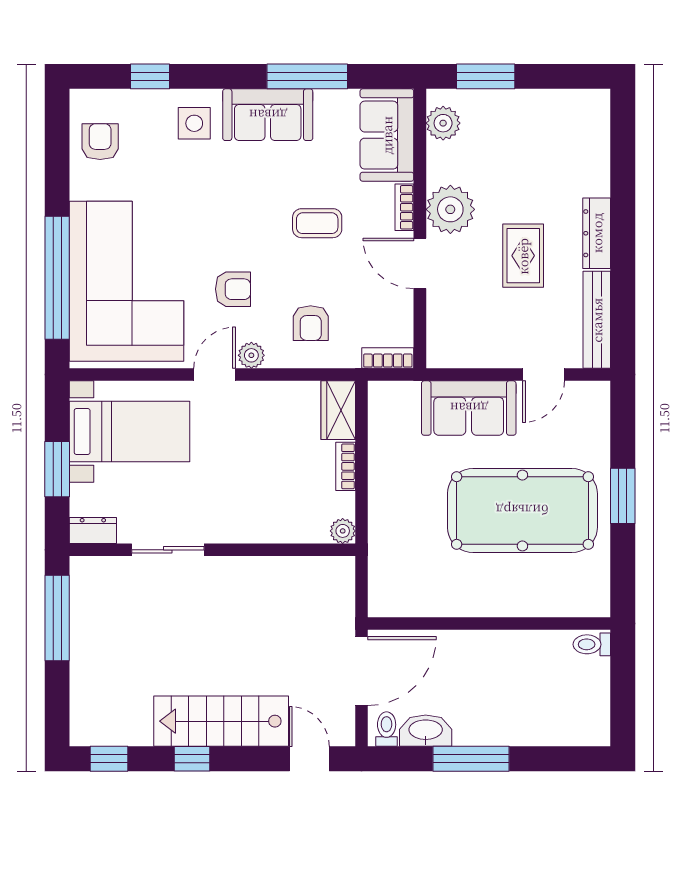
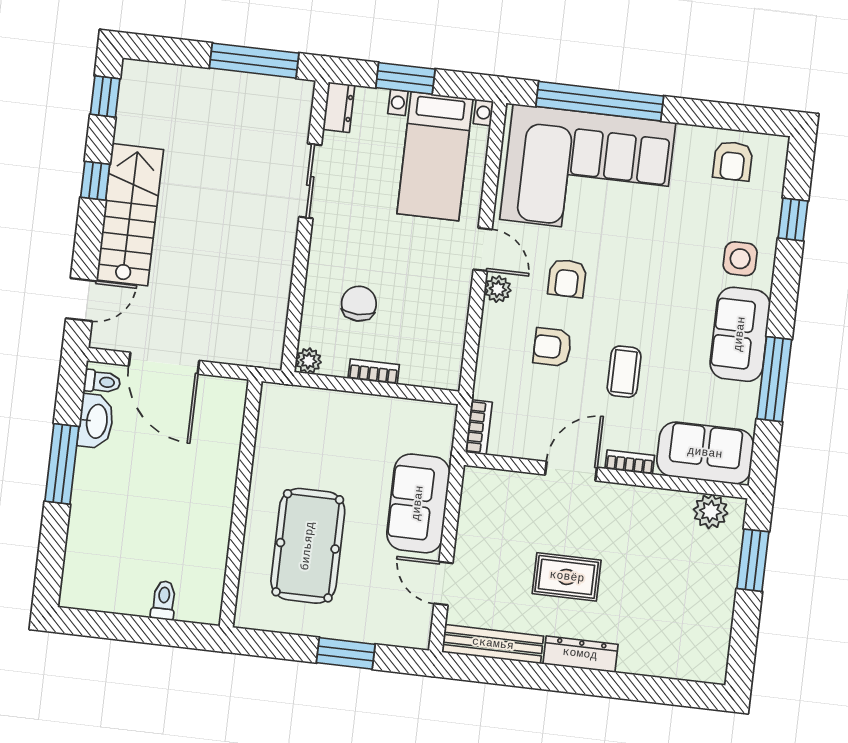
armchair: (100, 142) -> (733, 161), turned 90
plant: (450, 209) -> (622, 508), removed
armchair: (311, 323) -> (552, 347), moved
wardrobe: (338, 410) -> (432, 371), removed
chair: (281, 489) -> (359, 304), added
window: (623, 496) -> (346, 653), moved
pool table: (522, 510) -> (308, 546), width x0.73, depth x0.76
wall: (489, 624) -> (241, 504), moved

